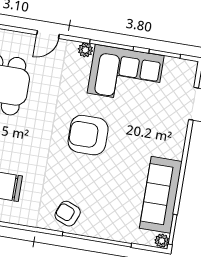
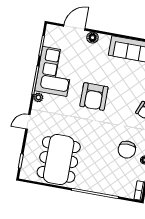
door: (48, 34) -> (28, 122), swing flipped
floor lamp: (178, 132) -> (92, 38), added

